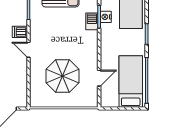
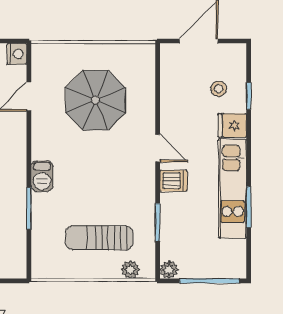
nightstand: (106, 17) -> (17, 54), moved
barbecue: (92, 21) -> (42, 176), moved

